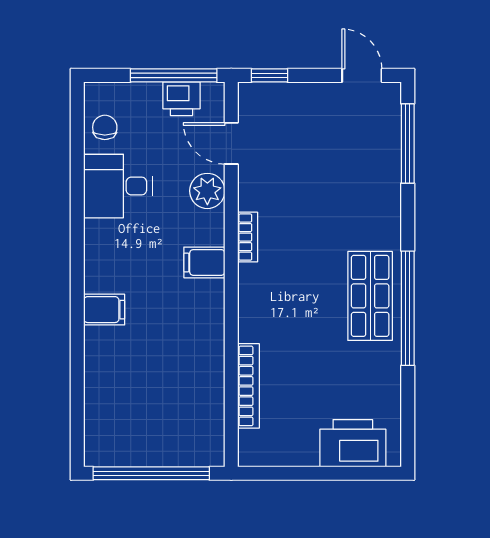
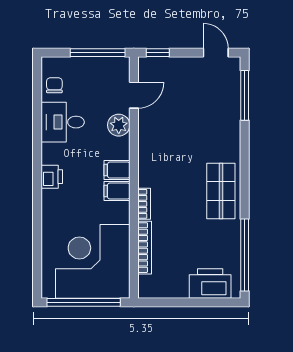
printer: (181, 99) -> (52, 177), moved, turned -90
door: (231, 143) -> (134, 95), swing flipped
bookcase: (248, 237) -> (144, 204), moved
window: (408, 308) -> (245, 255), moved
filing cabinet: (104, 310) -> (117, 191), moved, turned 180
corner desk: (166, 408) -> (93, 261), added

